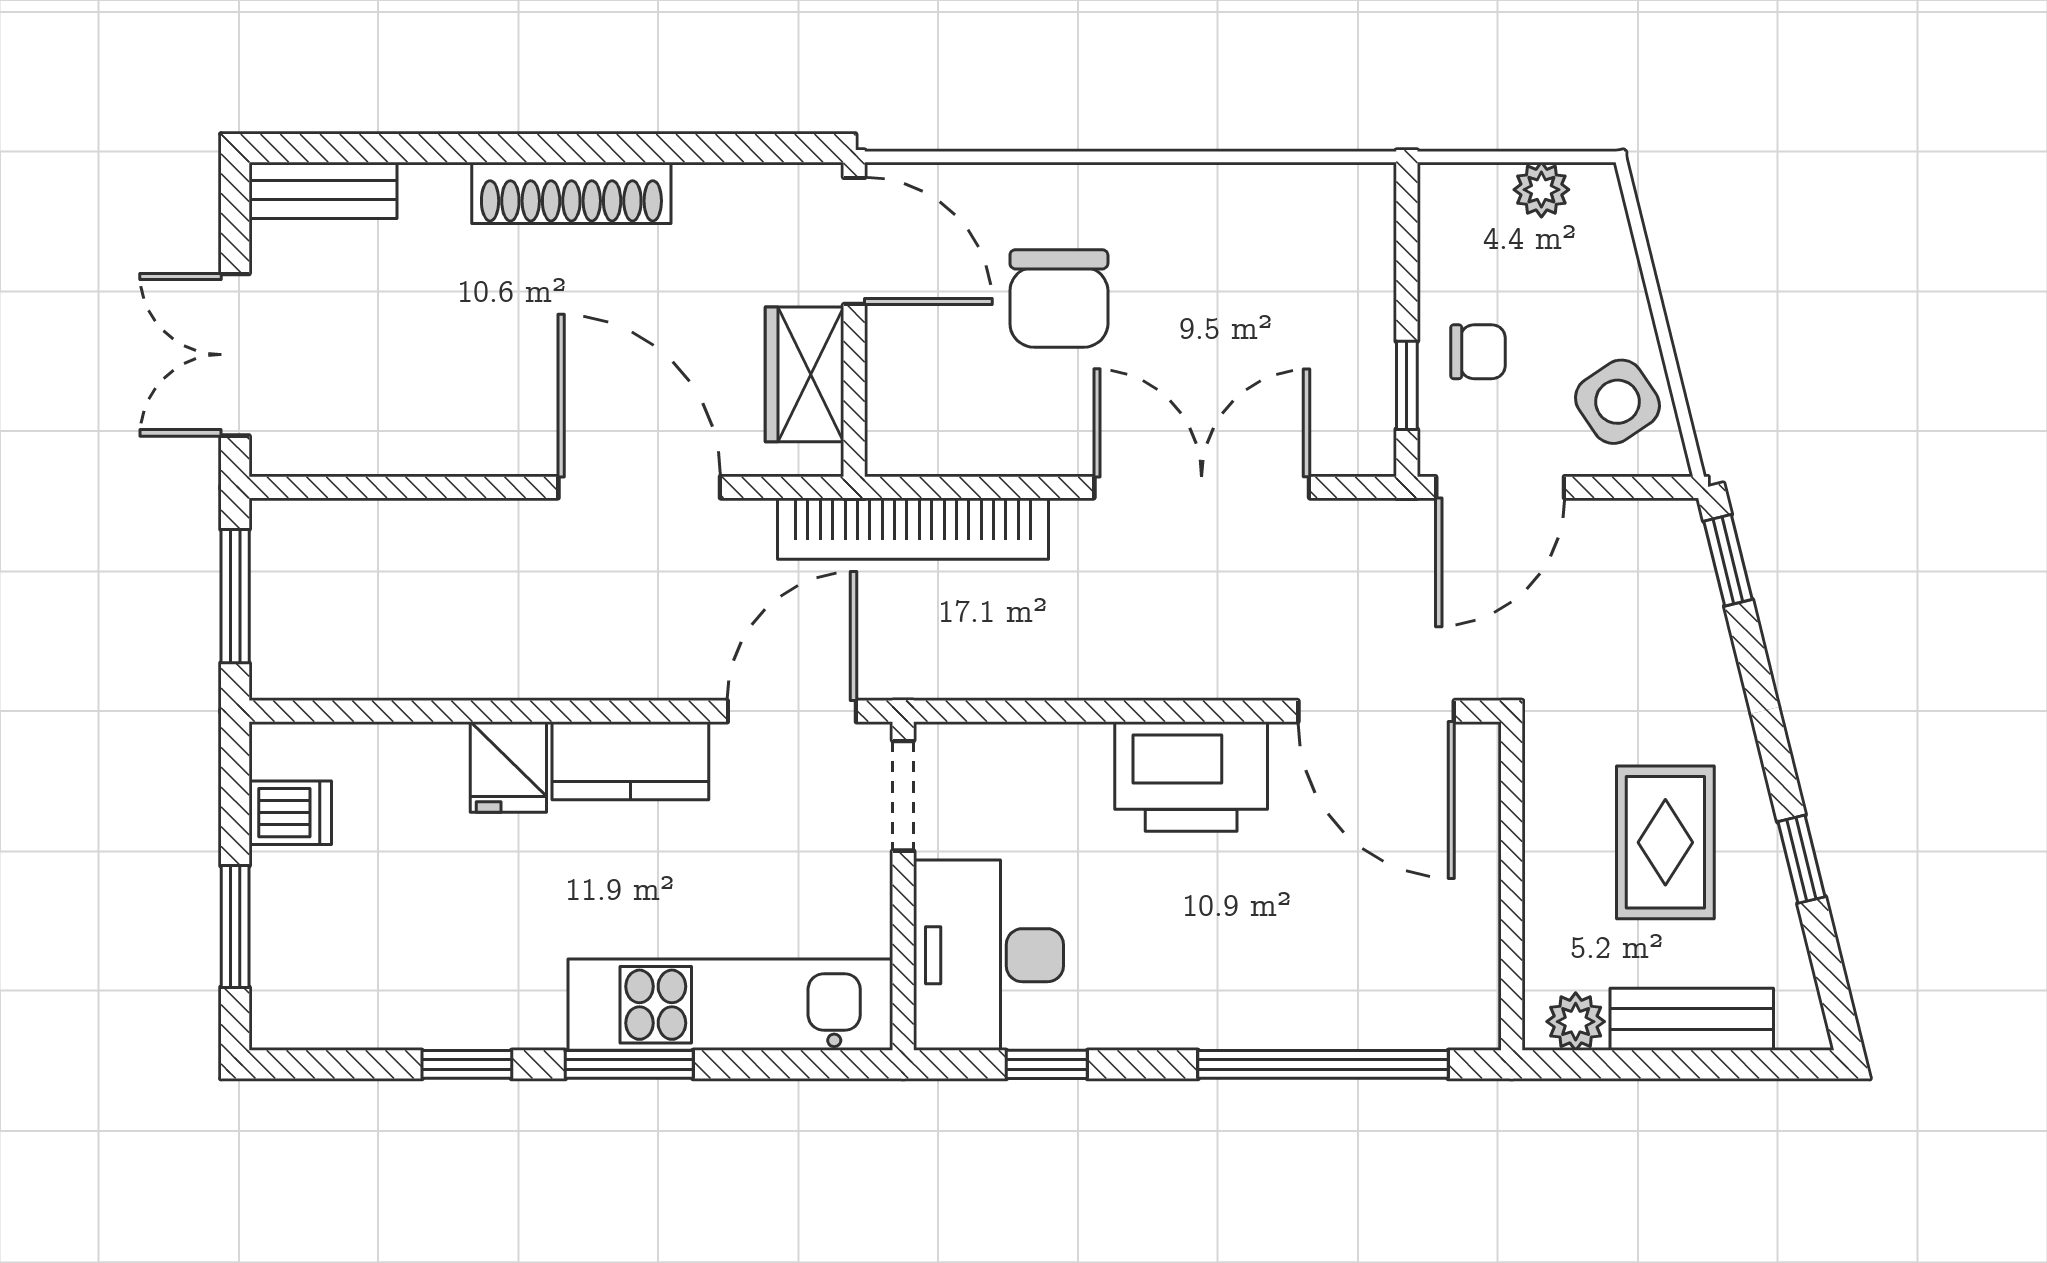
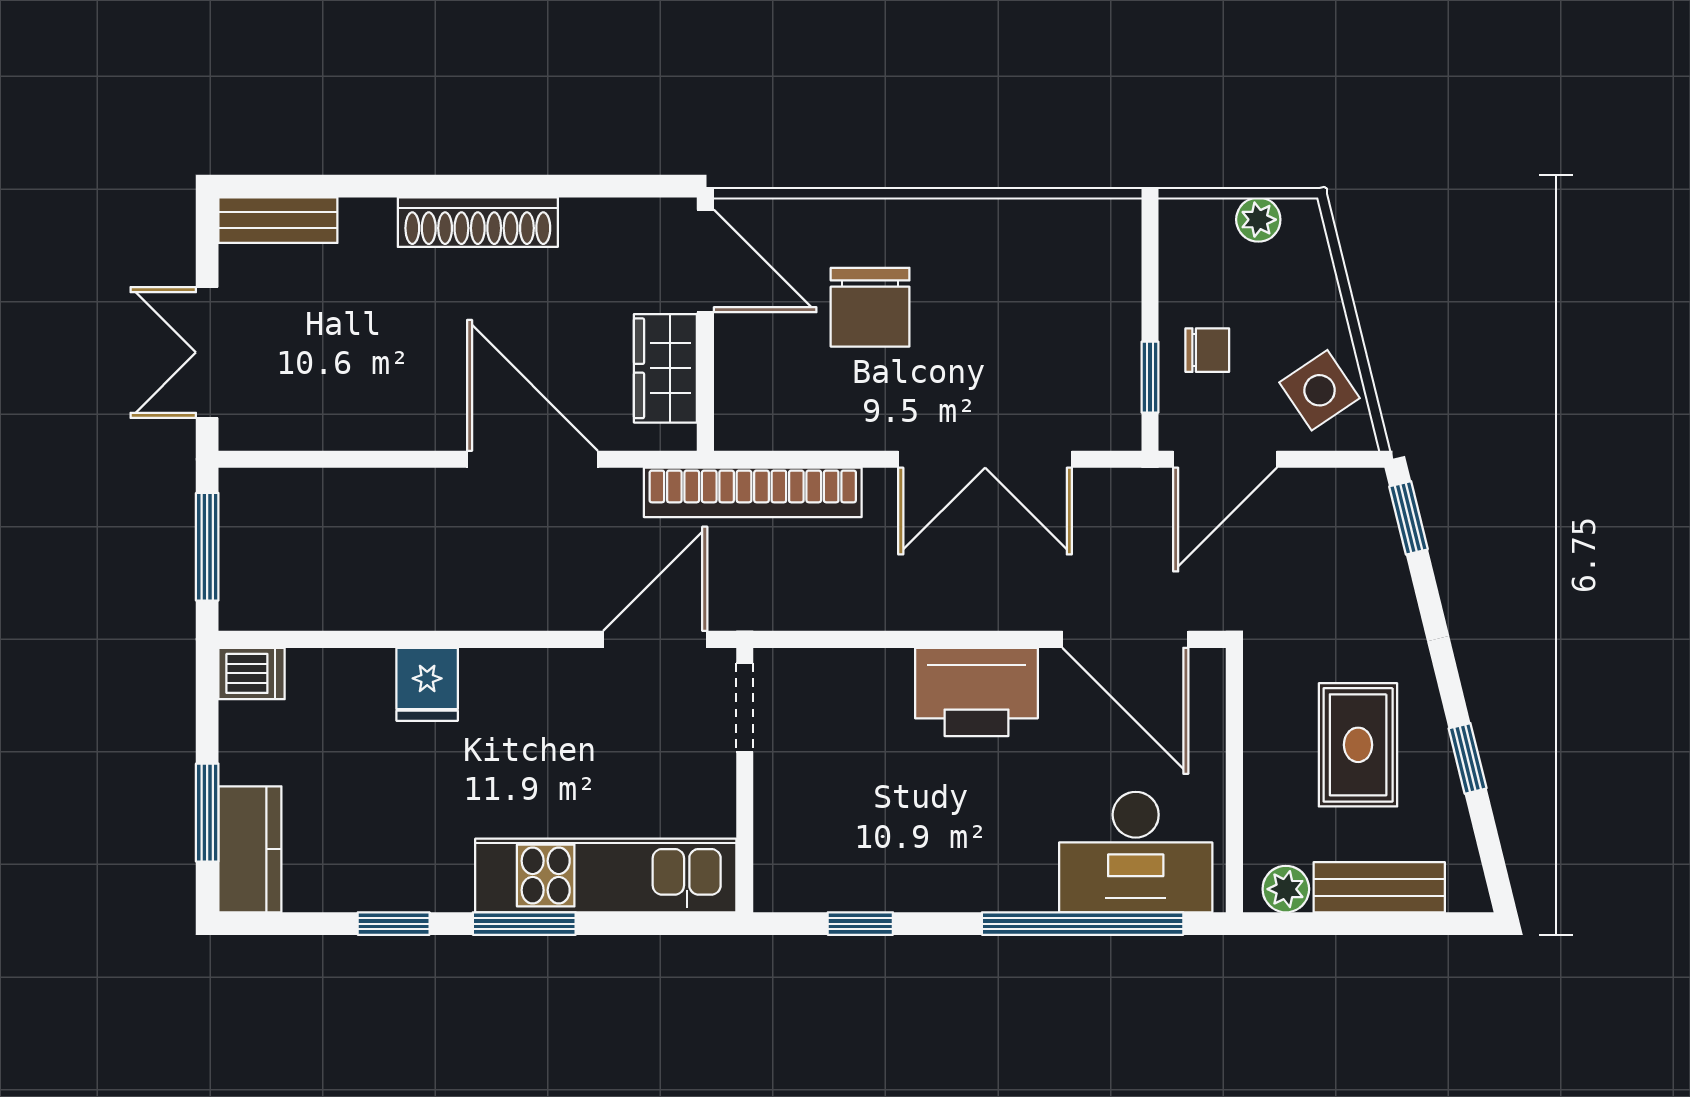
double door: (1202, 487) -> (985, 459), swing flipped
kitchen counter: (630, 761) -> (250, 849), moved, turned -90
dishwasher: (290, 813) -> (252, 673), moved
desk: (988, 955) -> (1136, 852), moved, turned -90

